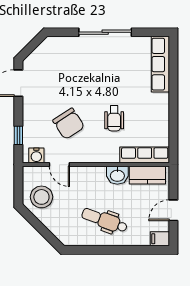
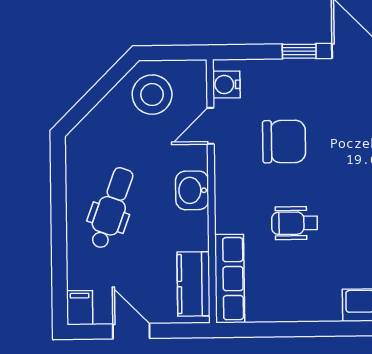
chair: (69, 124) -> (284, 142), turned -147
window: (18, 135) -> (299, 51), moved
washbasin: (117, 175) -> (192, 190), moved

